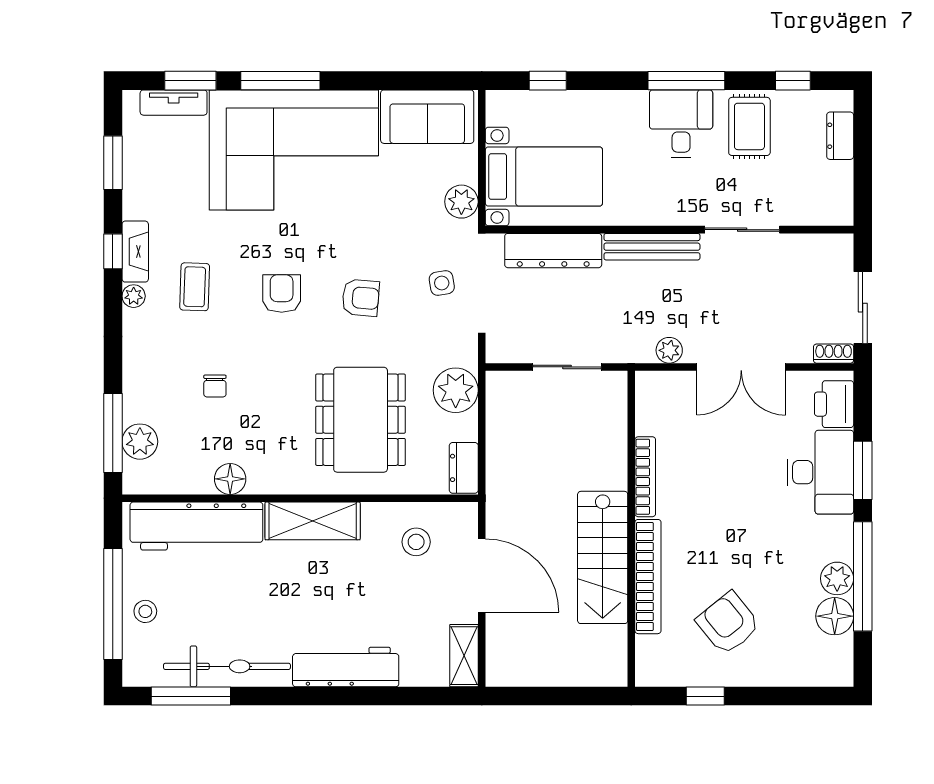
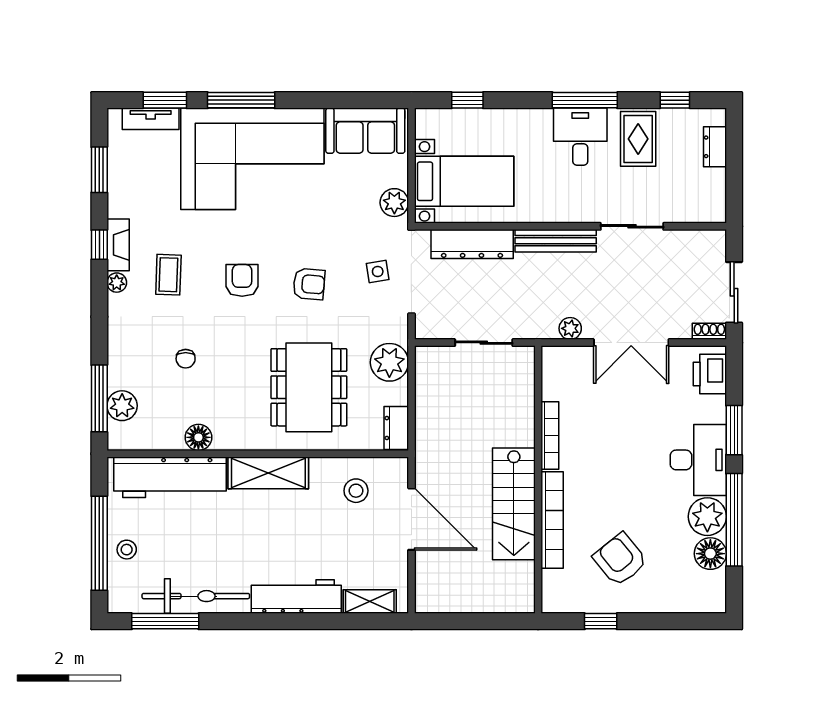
desk: (820, 472) -> (698, 460), moved
plant: (837, 578) -> (707, 517), width x1.36, depth x1.36
shelving: (464, 656) -> (370, 602), moved, turned 90

